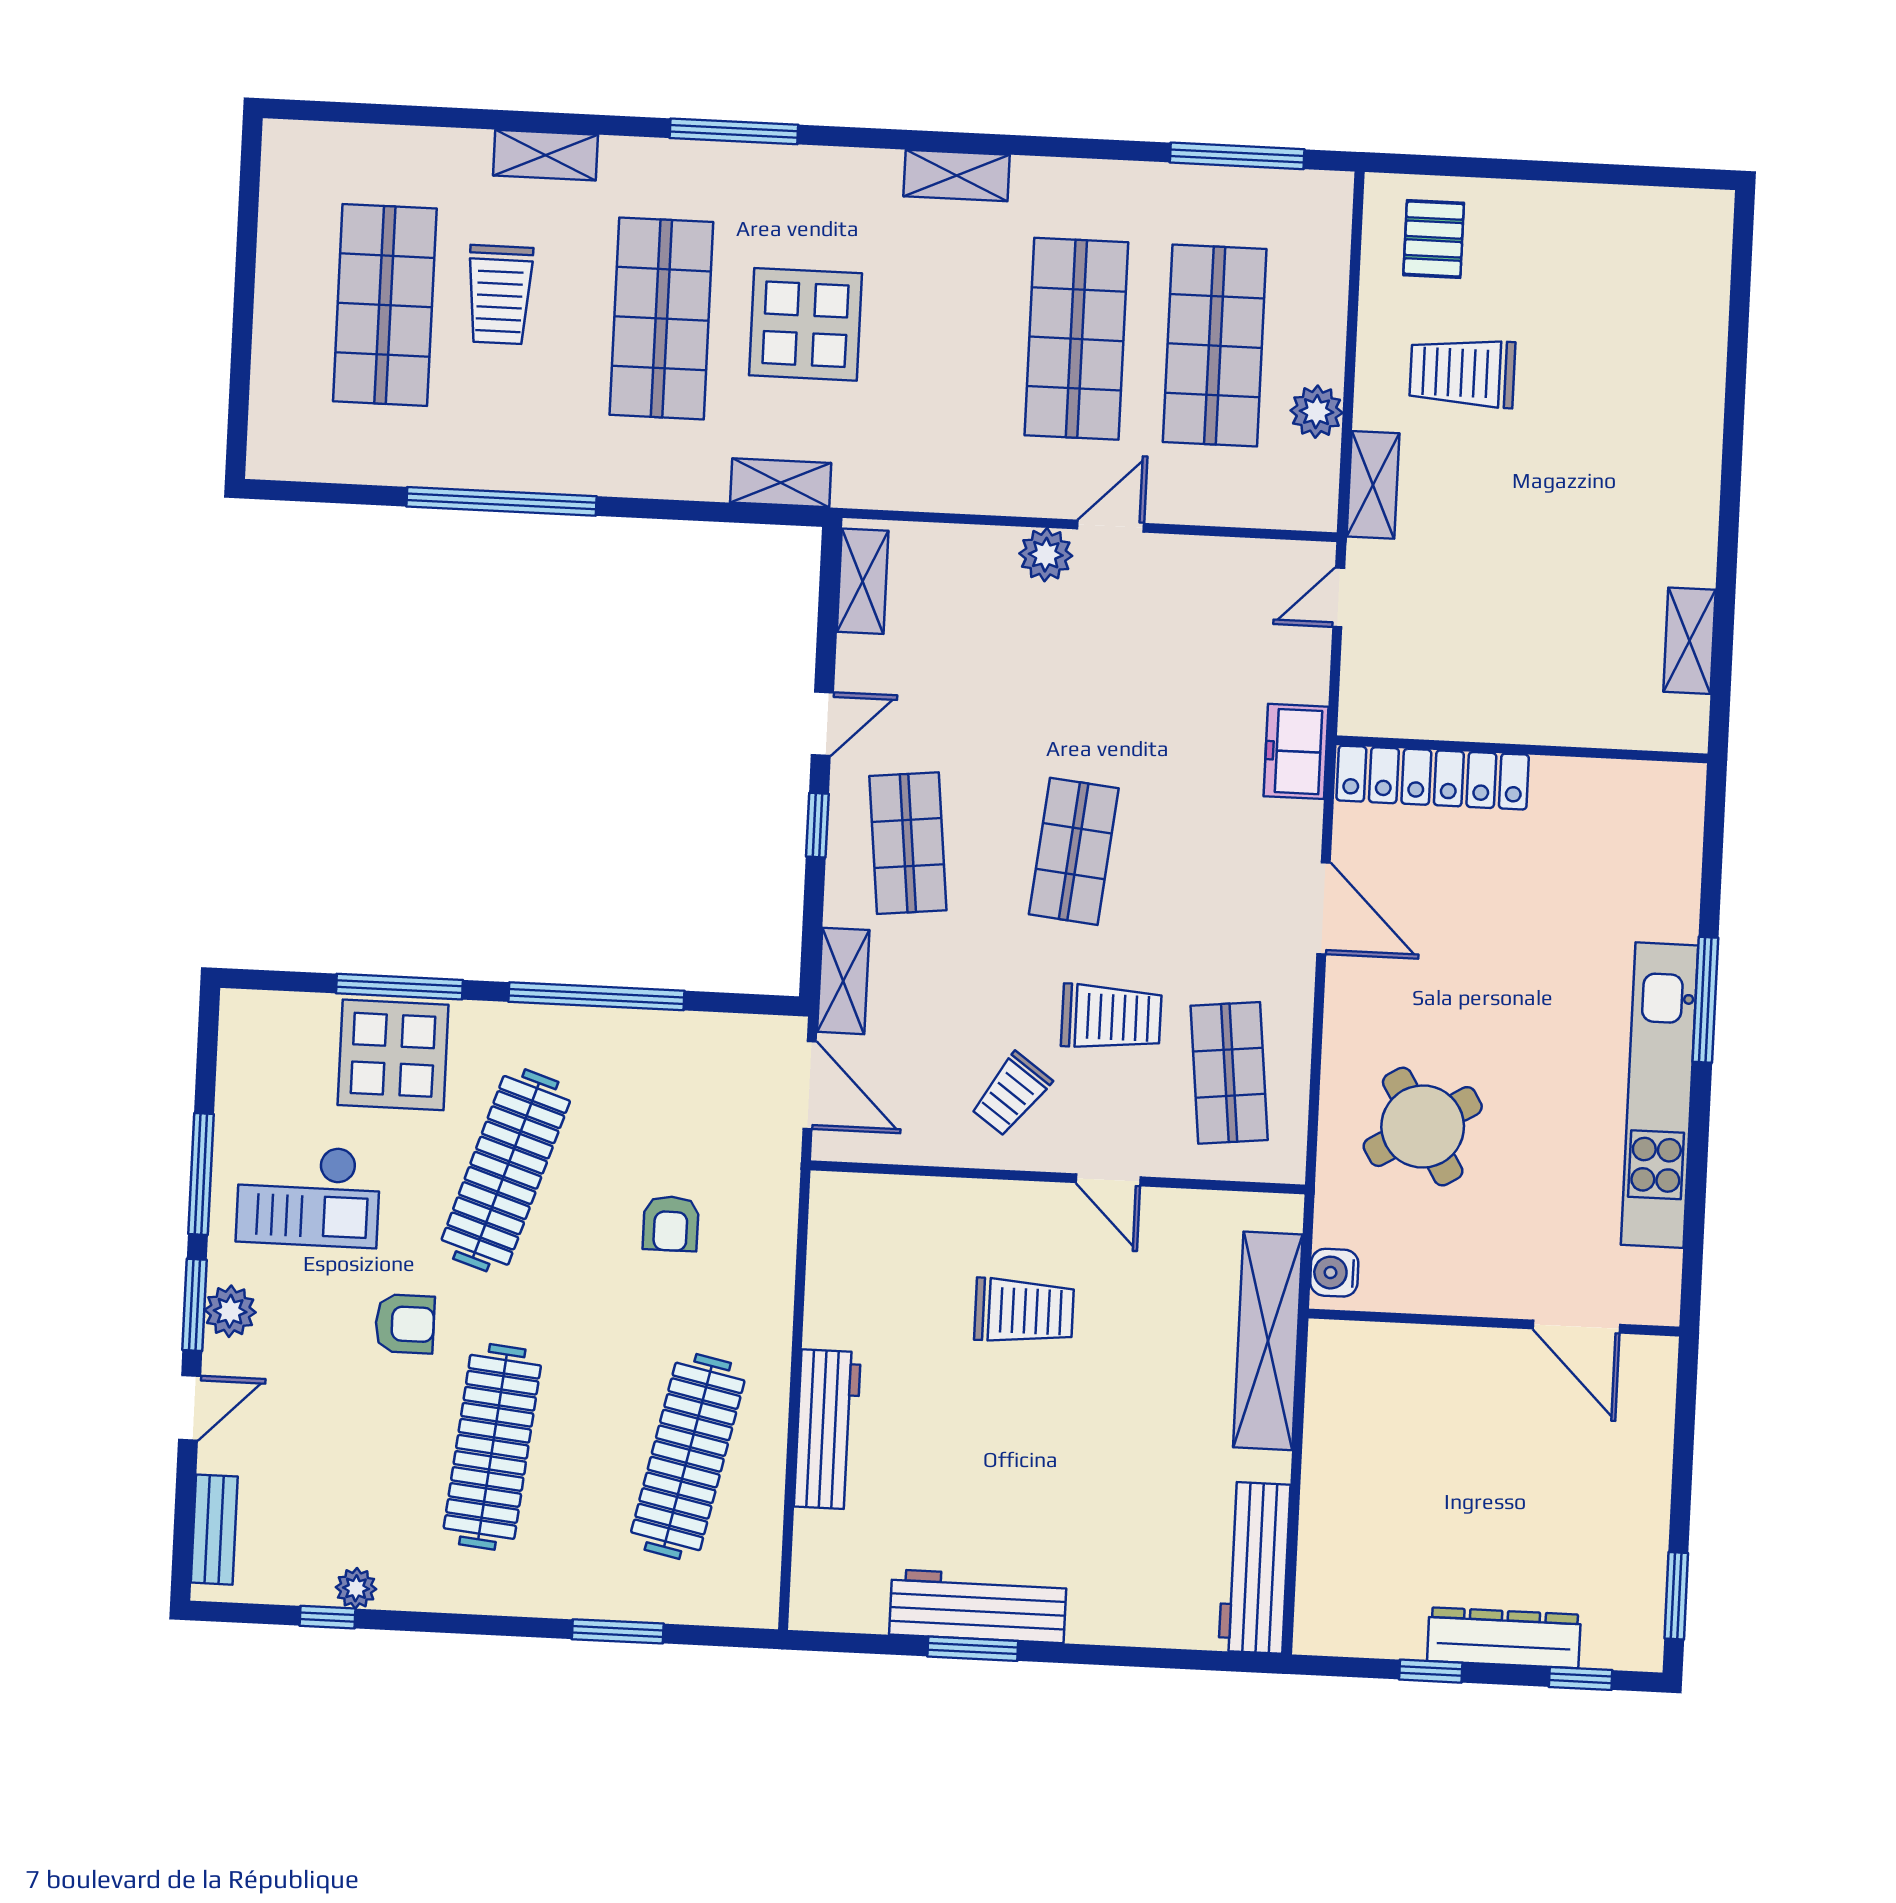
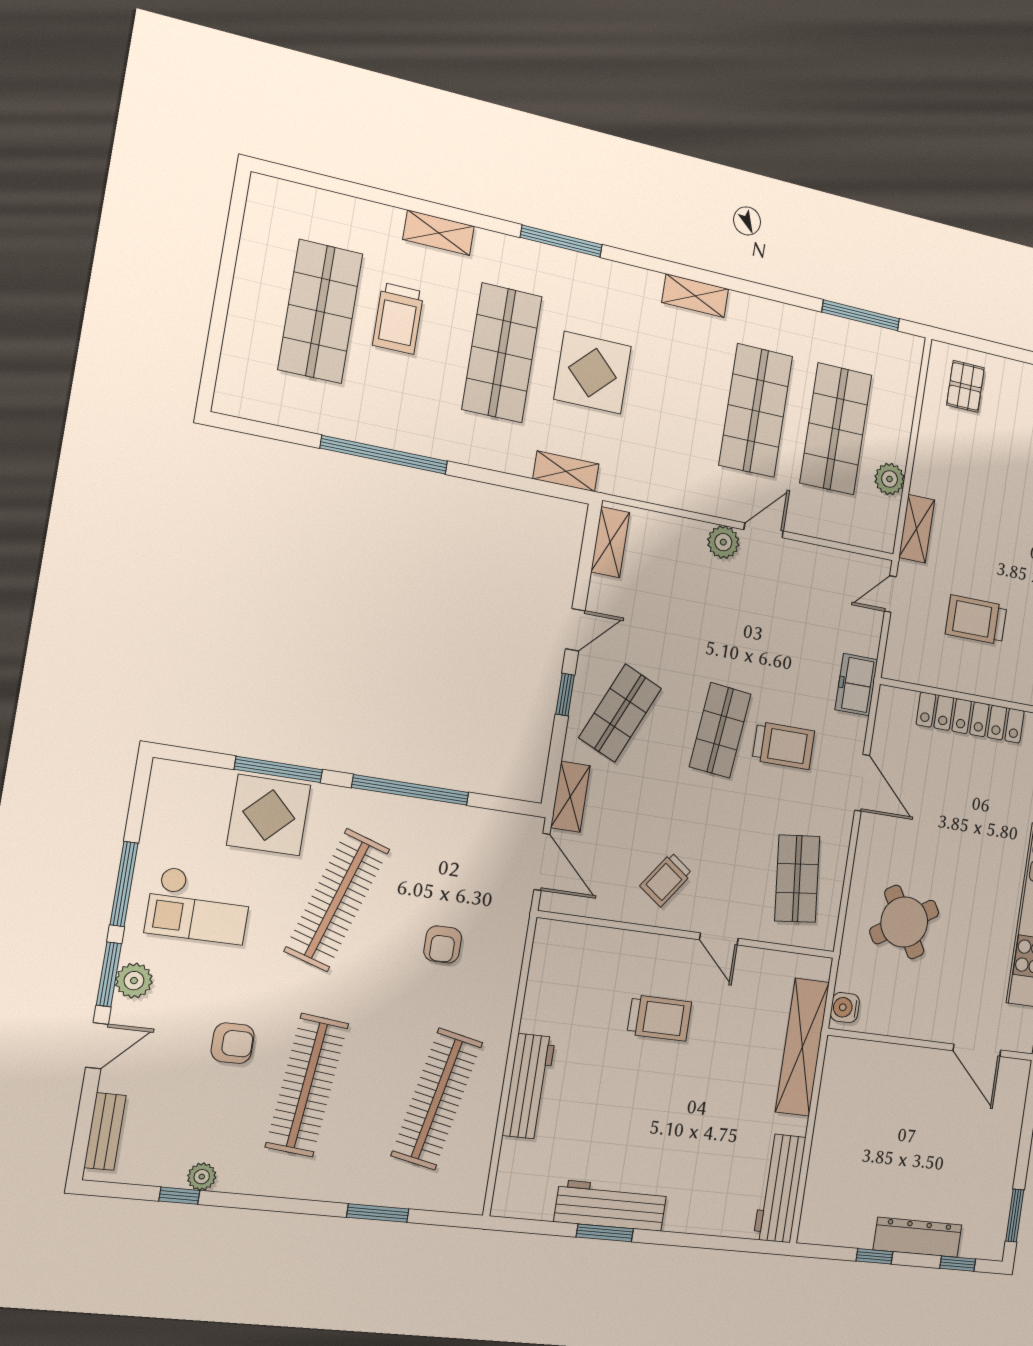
trolley: (1462, 373) -> (976, 620), moved
locker: (1433, 778) -> (971, 718), moved
shop shelf: (908, 843) -> (620, 713), turned 30
trolley: (1111, 1017) -> (783, 746), moved
armchair: (405, 1324) -> (233, 1043), moved

